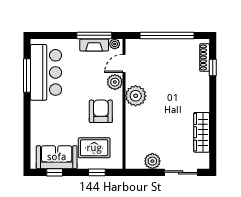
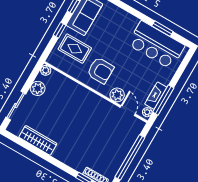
window: (27, 76) -> (162, 29), width x0.69
plant: (136, 96) -> (46, 70), moved, width x0.53, depth x0.53
rug: (94, 148) -> (75, 49), turned 90
window: (97, 172) -> (59, 30), moved

